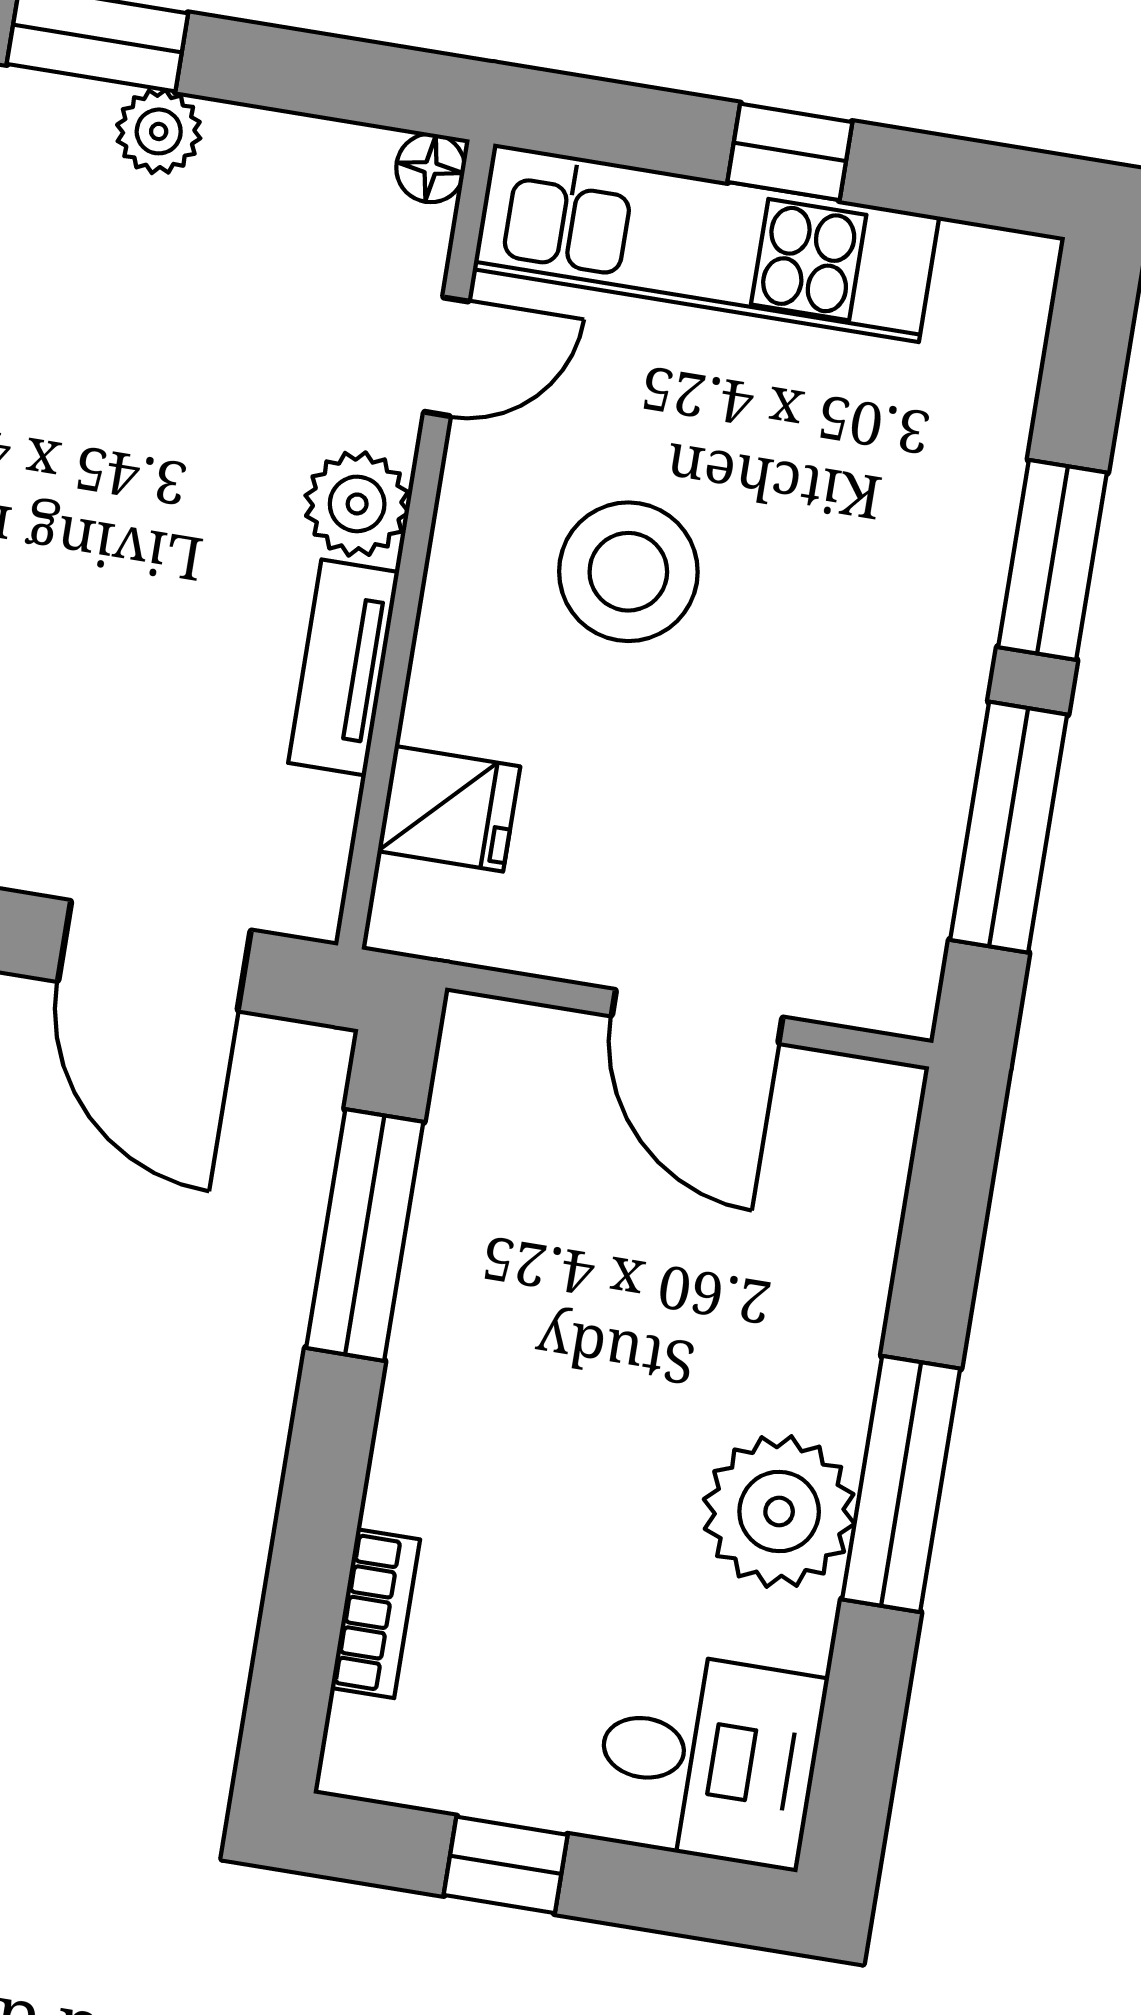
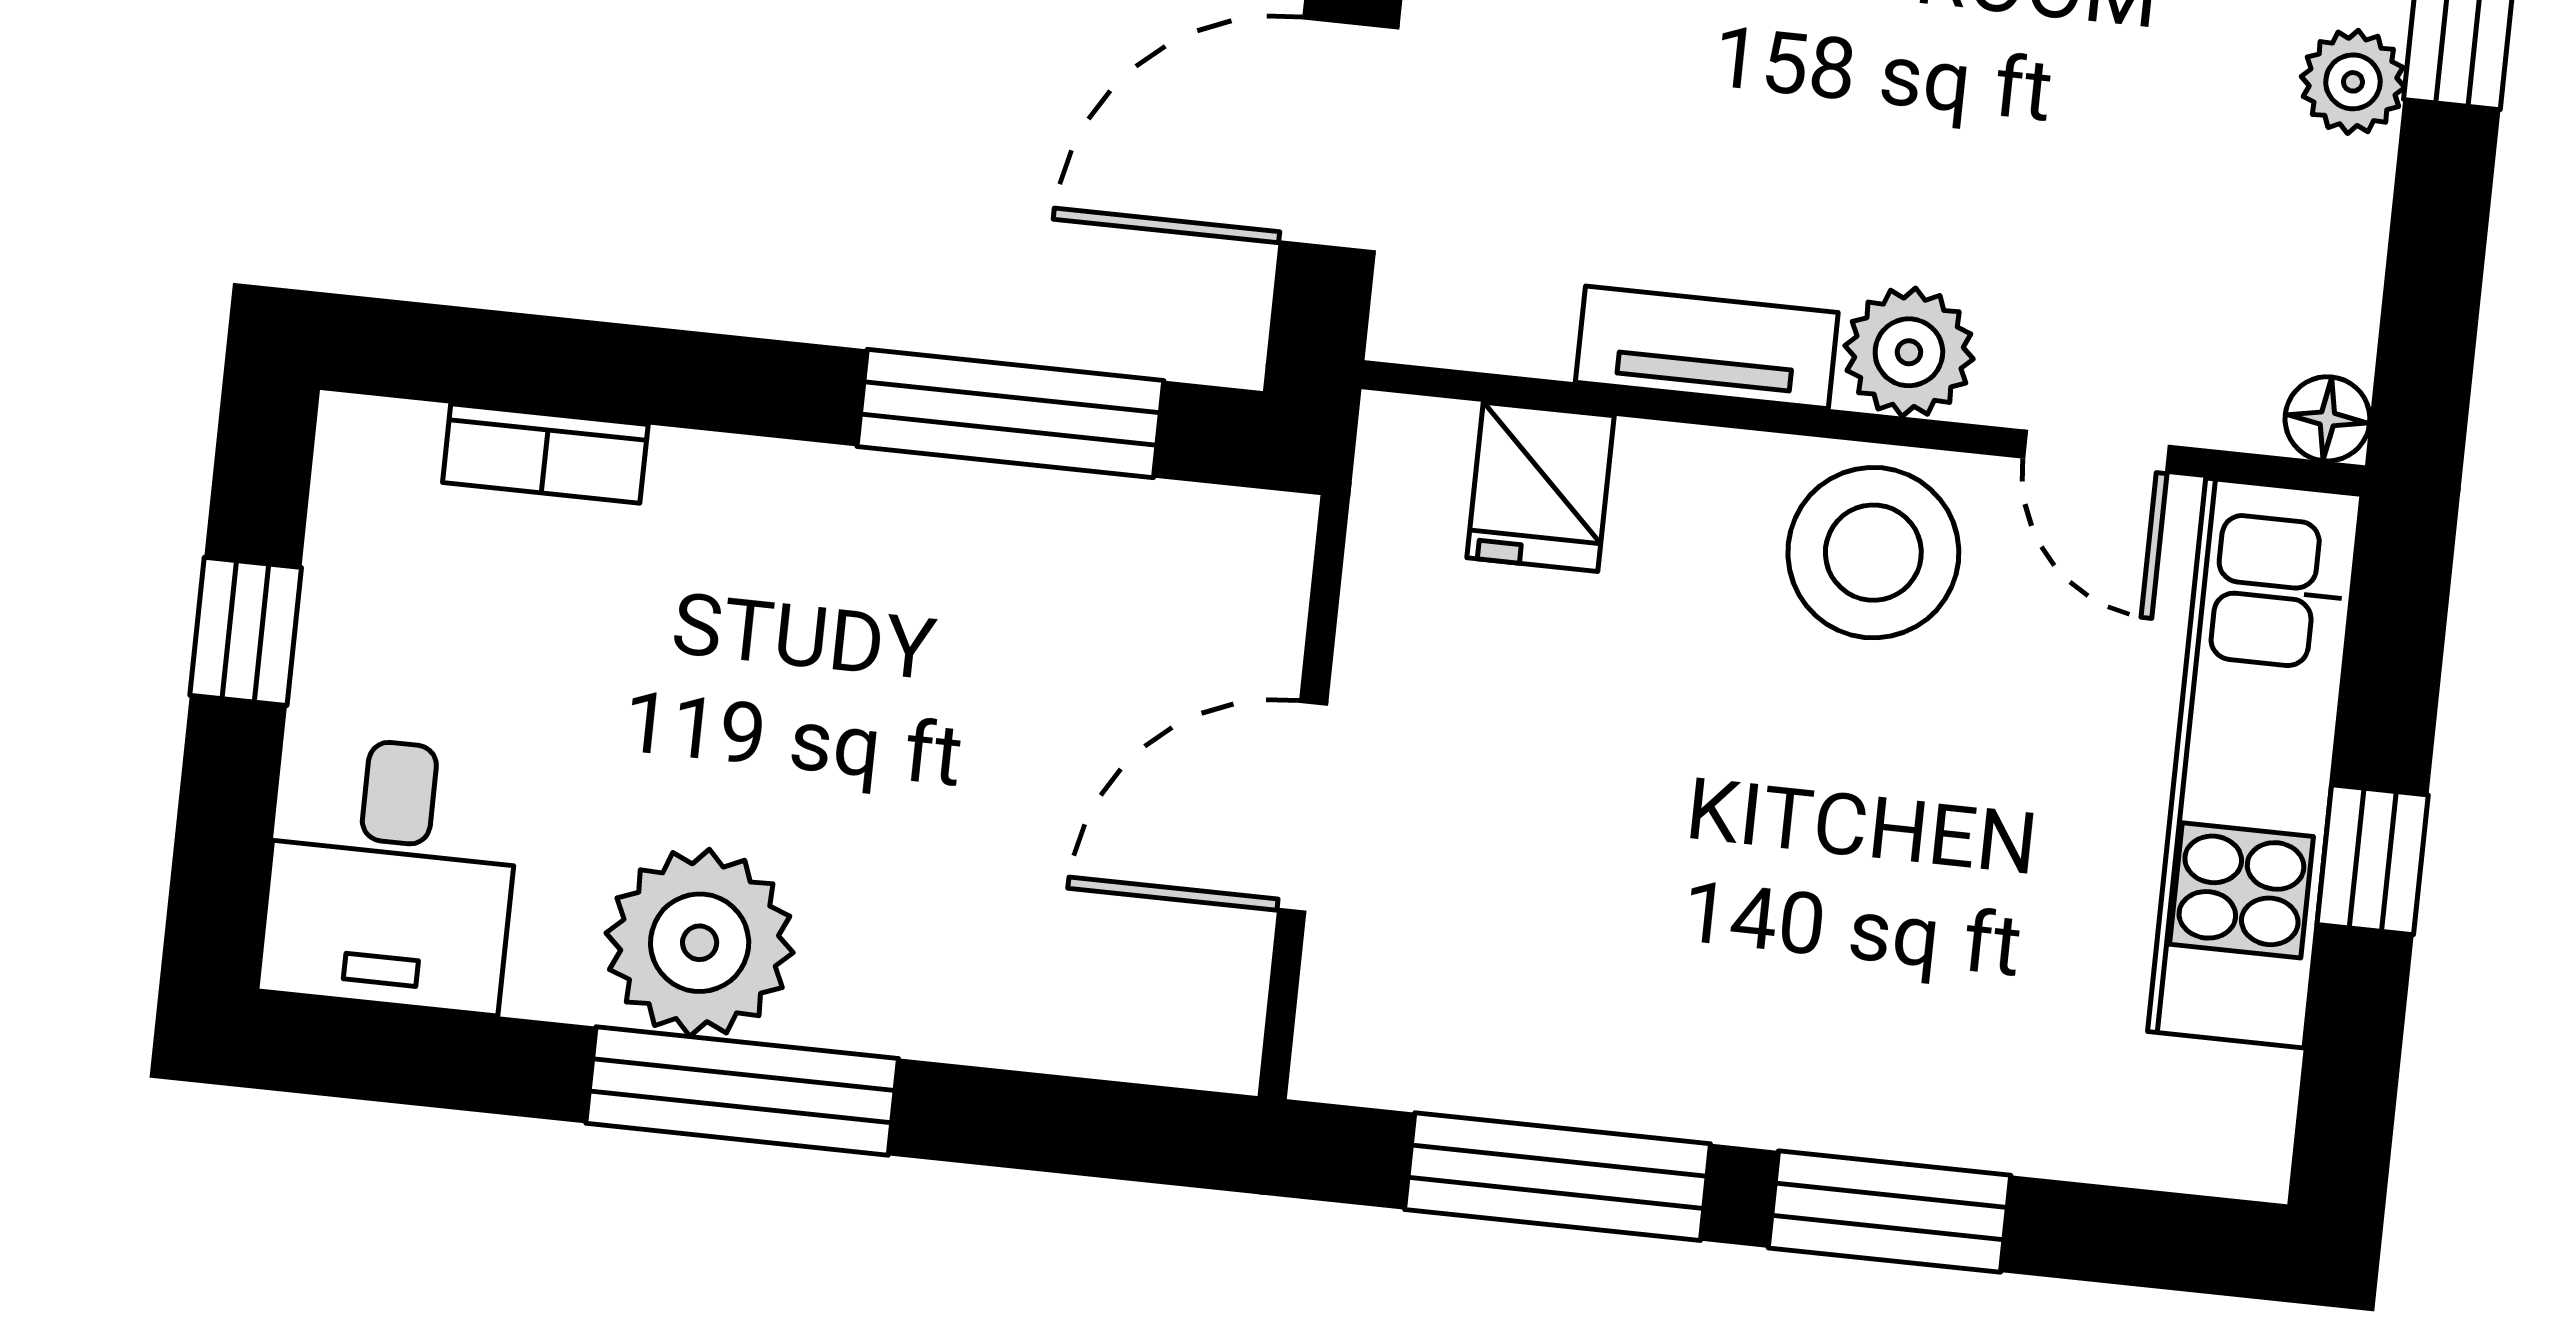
stool: (628, 572) -> (1873, 553), moved

